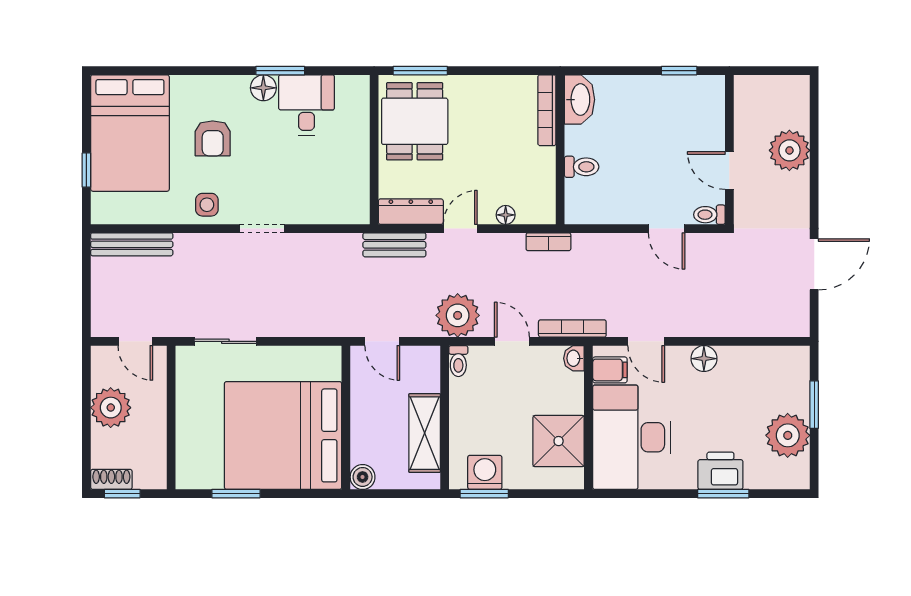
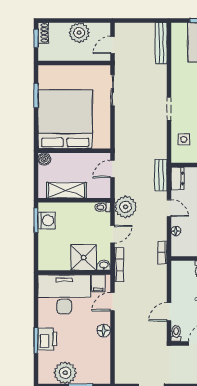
side table: (207, 205) -> (184, 139), moved
dresser: (411, 212) -> (178, 178), width x0.70
shower: (559, 441) -> (84, 258), moved

